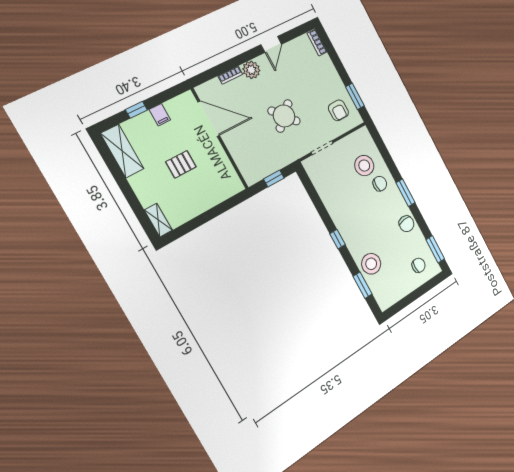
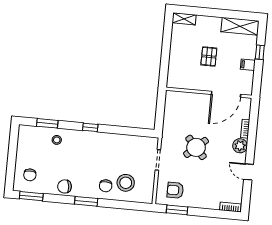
window: (274, 178) -> (160, 111), removed
stool: (371, 264) -> (57, 140), width x0.53, depth x0.53

